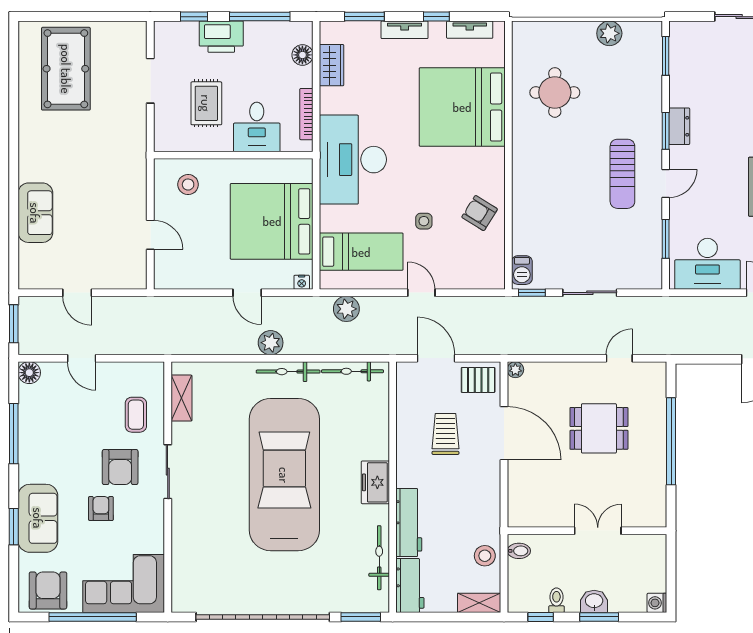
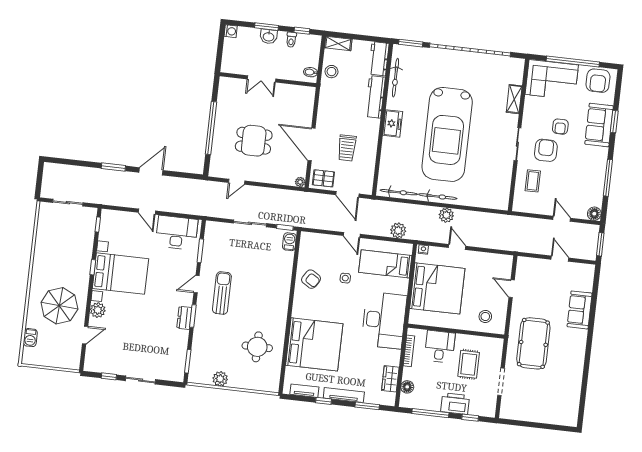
tv unit: (405, 30) -> (344, 395), width x1.41
pool table: (66, 69) -> (533, 343), moved
shelving: (181, 398) -> (514, 99), moved

